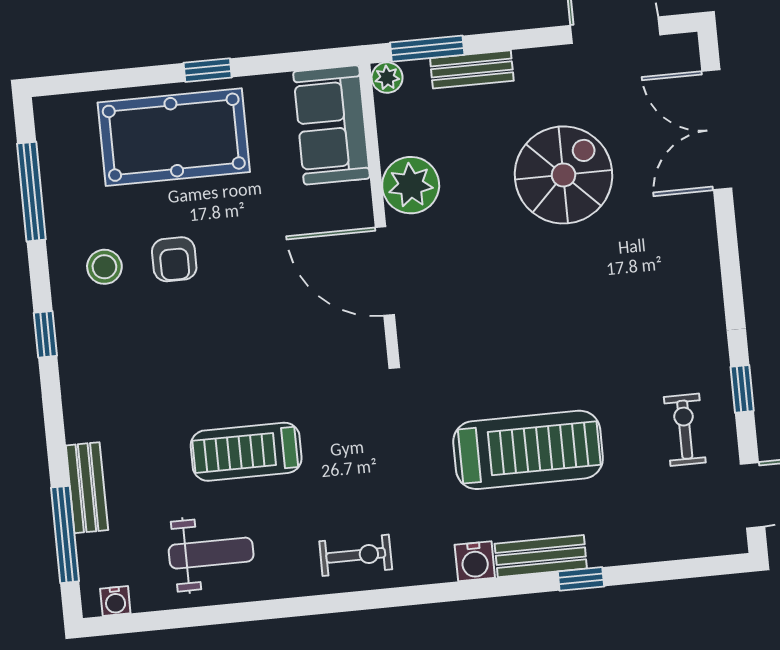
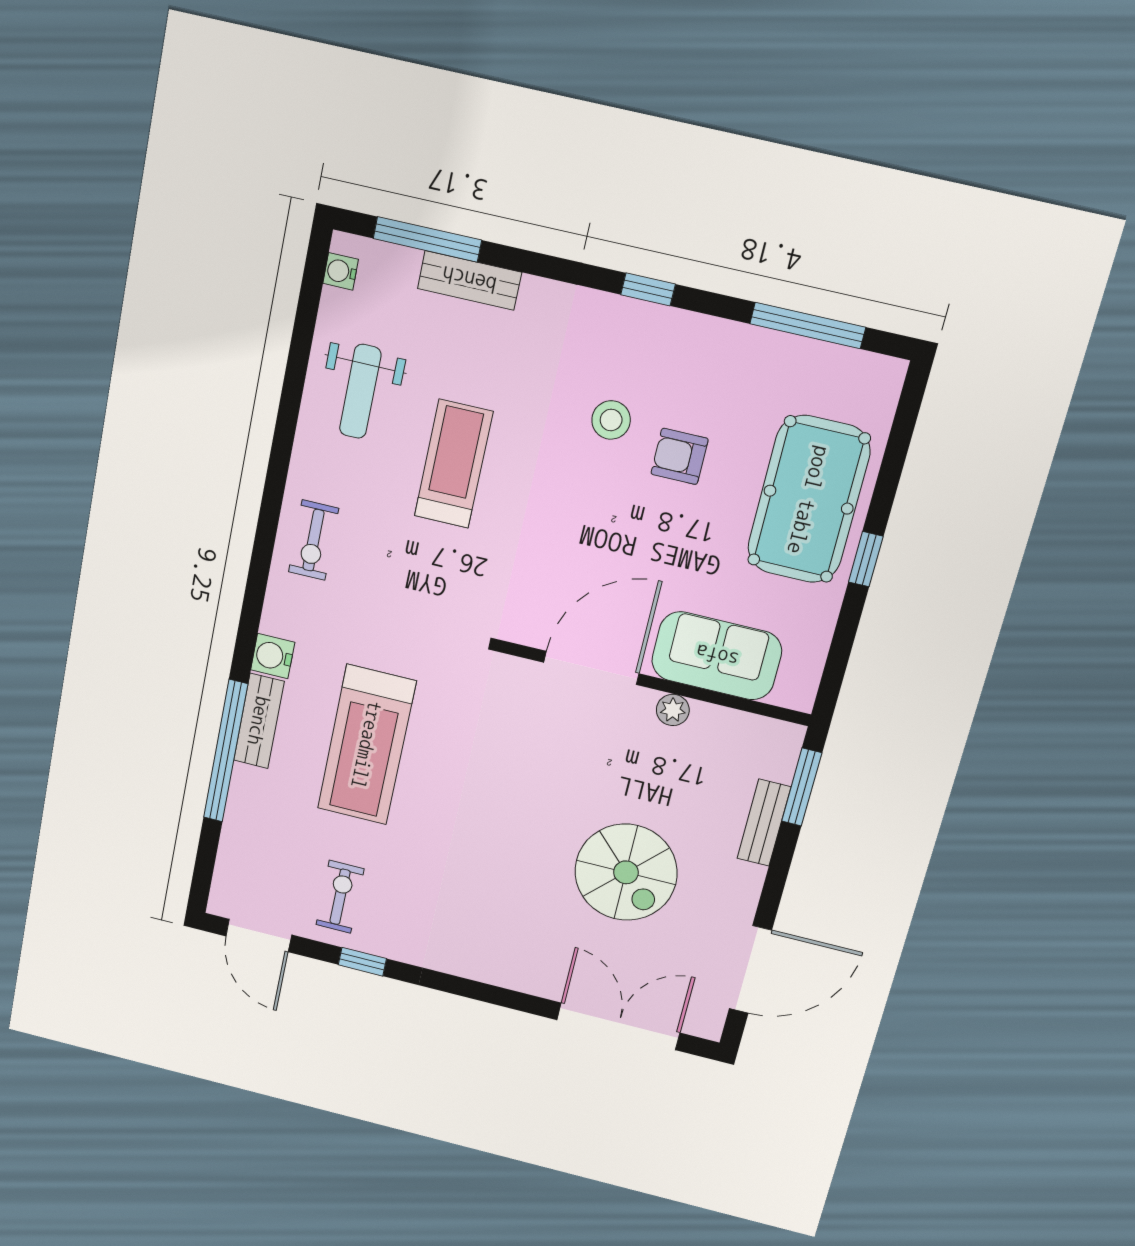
plant: (387, 78) -> (787, 738), removed
sofa: (332, 125) -> (717, 656), moved
plant: (411, 185) -> (673, 710), width x0.53, depth x0.53
stool: (104, 267) -> (611, 420), moved
exercise bike: (685, 430) -> (340, 897), turned -90
window: (581, 579) -> (226, 751), width x3.17

